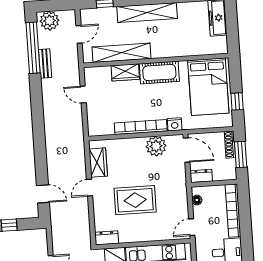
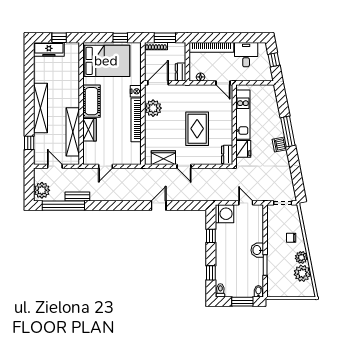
window: (232, 29) -> (59, 38), added
door: (43, 194) -> (159, 206), moved
washing machine: (36, 240) -> (225, 214), added

